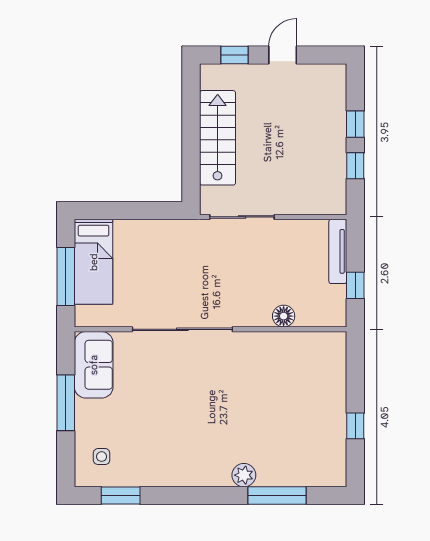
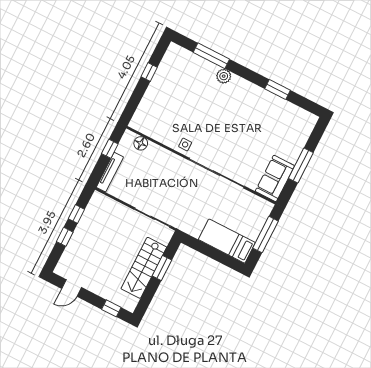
door: (283, 55) -> (72, 288), moved
window: (191, 151) -> (162, 268), added
bed: (94, 262) -> (227, 241), moved, turned -90
floor lamp: (284, 316) -> (141, 143), moved
side table: (102, 457) -> (185, 145), moved
window: (121, 496) -> (277, 90), moved

